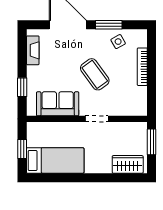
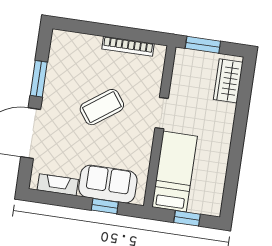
side table: (118, 42) -> (63, 70), removed
bookcase: (142, 67) -> (128, 46), moved
sofa: (58, 104) -> (108, 184), moved, turned 90
bed: (55, 160) -> (175, 172), moved

